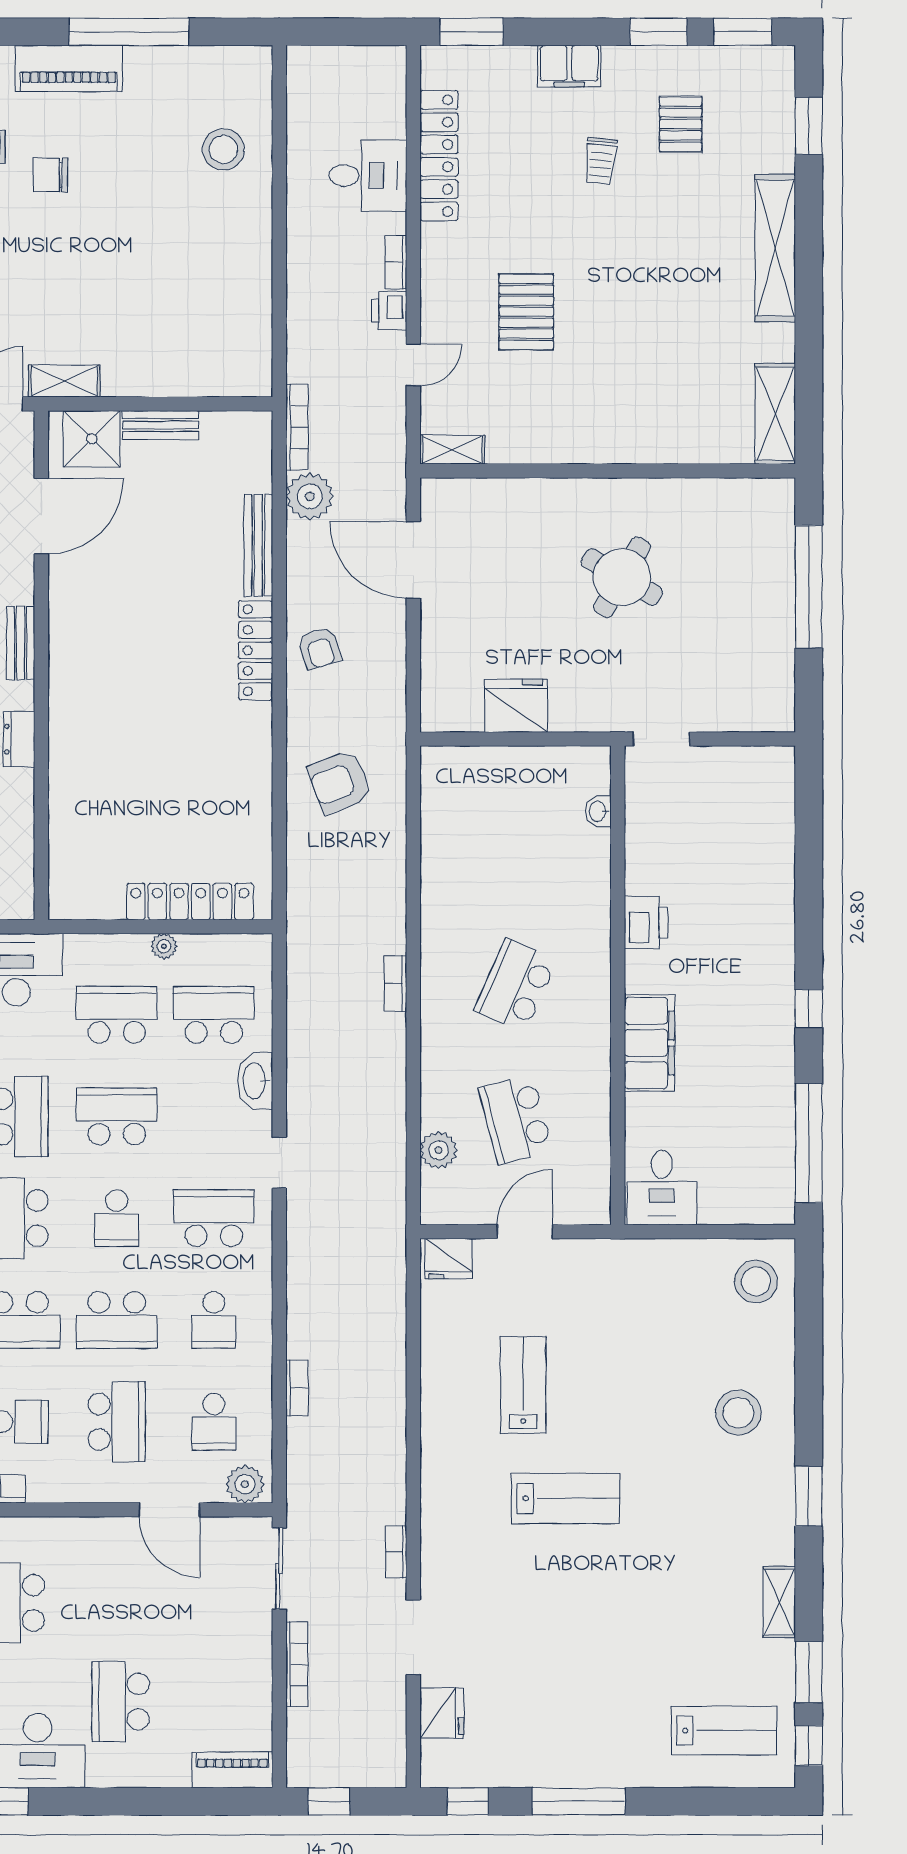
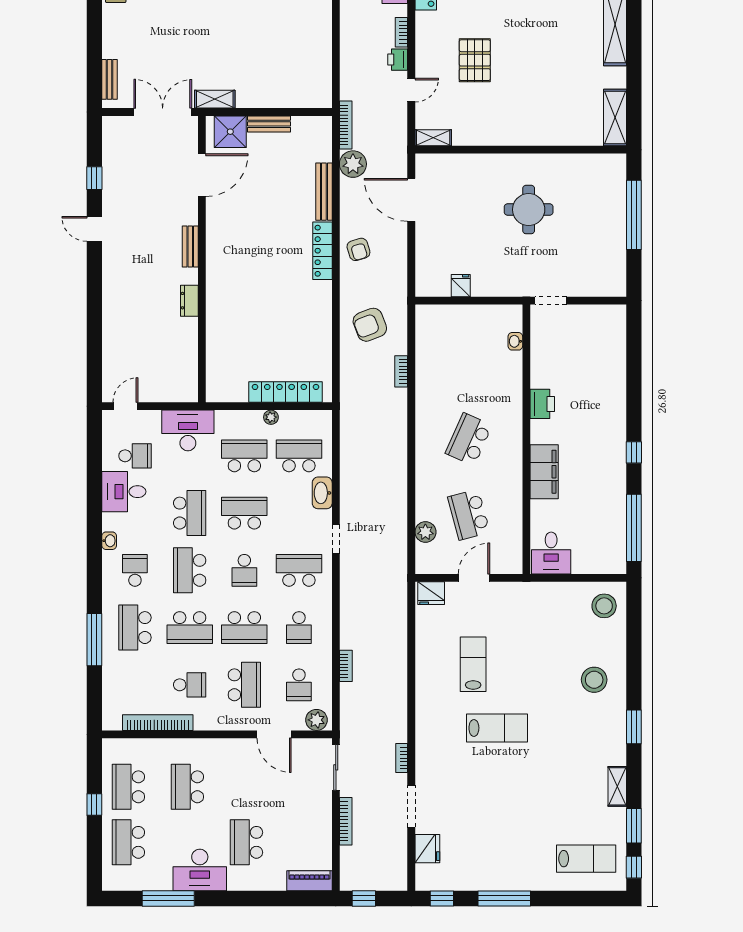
round table: (622, 577) -> (529, 210), turned -30
fridge: (516, 706) -> (461, 286), width x0.53, depth x0.75
bookcase: (395, 983) -> (401, 371), moved

